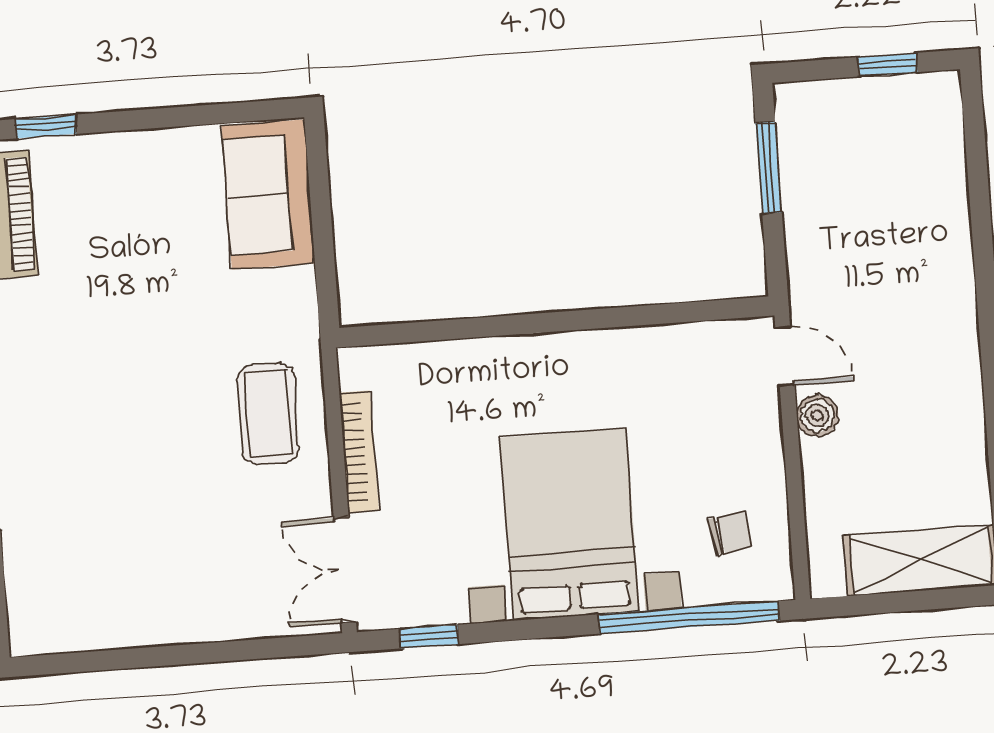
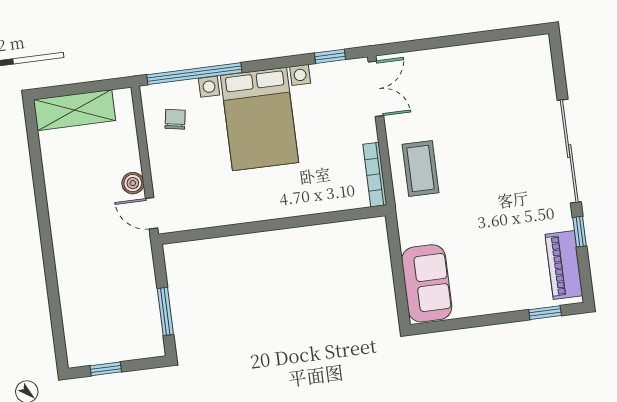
bookcase: (359, 452) -> (375, 175), moved
chair: (730, 533) -> (175, 119), turned 109

